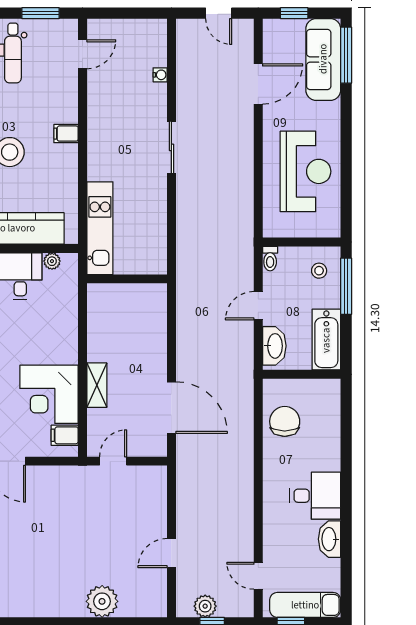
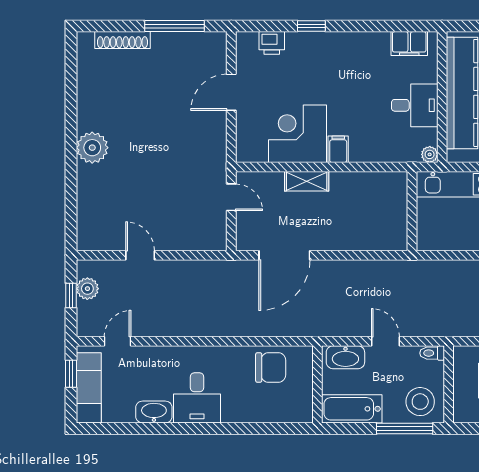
plant: (52, 261) -> (430, 154), moved
stool: (319, 271) -> (420, 402), width x1.89, depth x1.89
filing cabinet: (65, 435) -> (338, 149), moved
plant: (102, 601) -> (92, 148), moved

